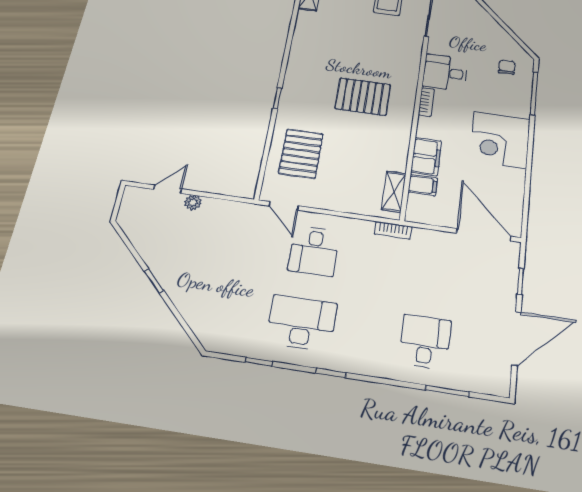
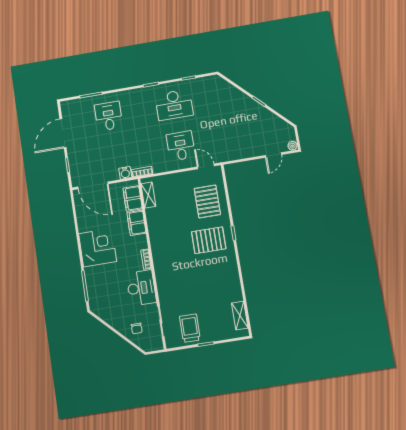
chair: (507, 67) -> (137, 328), moved
desk: (445, 73) -> (141, 288), width x1.37
pallet: (363, 97) -> (209, 240), moved
filing cabinet: (423, 185) -> (133, 198), width x2.00
plant: (193, 203) -> (292, 146), moved
water cooler: (423, 237) -> (125, 173), added
desk: (425, 342) -> (109, 116), turned 180

